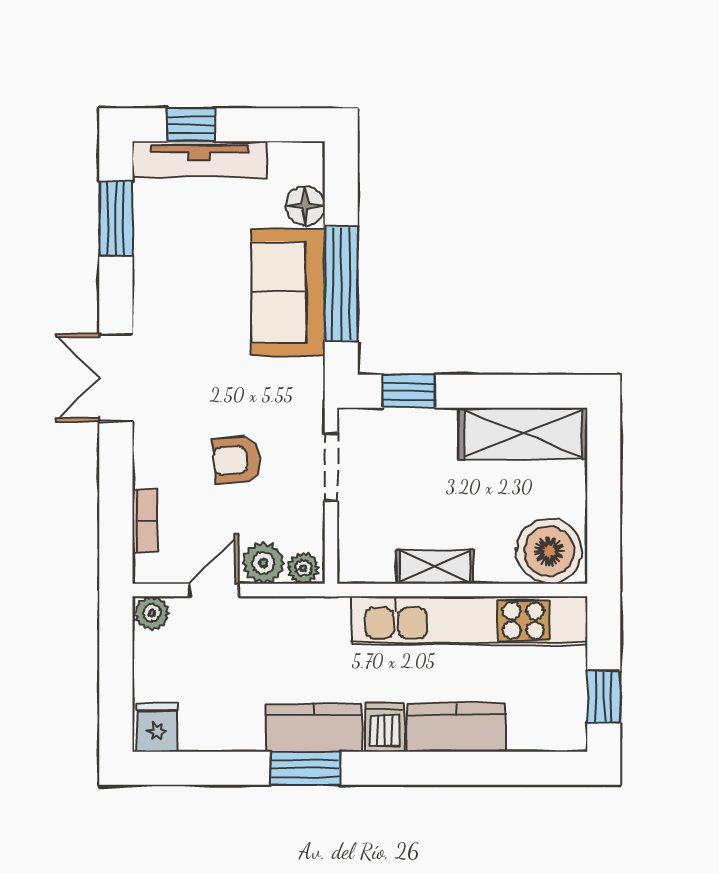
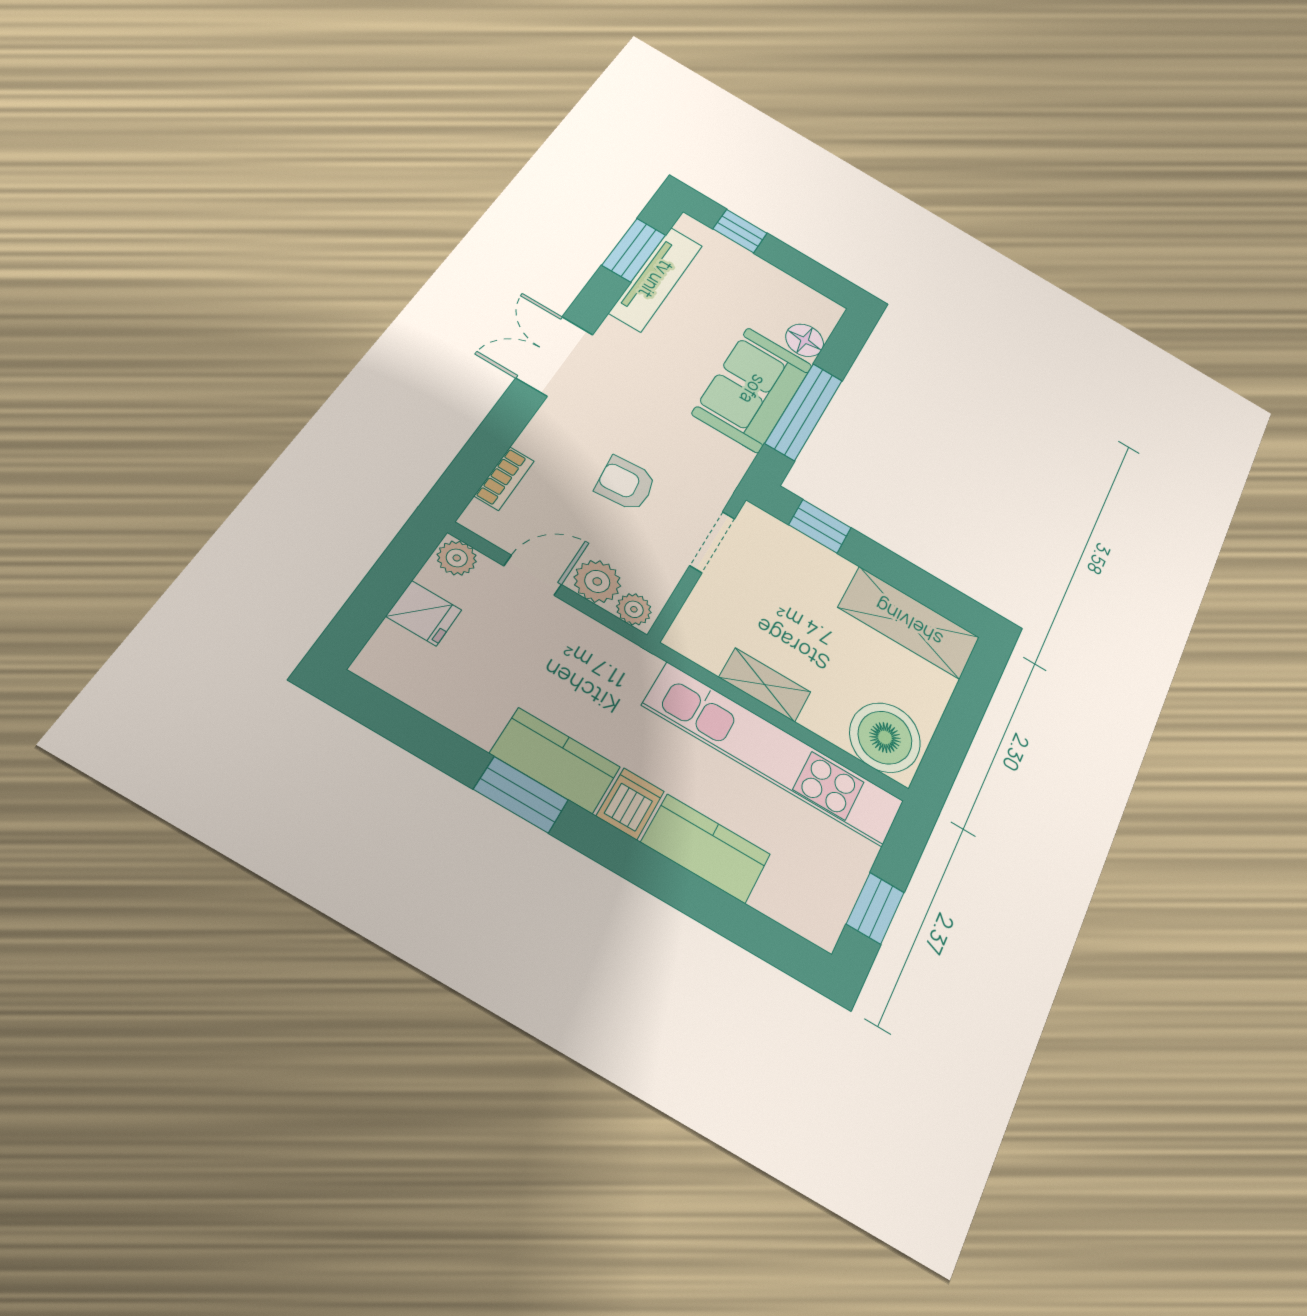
tv unit: (199, 159) -> (656, 279), moved, turned -90
fridge: (157, 728) -> (424, 613), moved, turned 90

